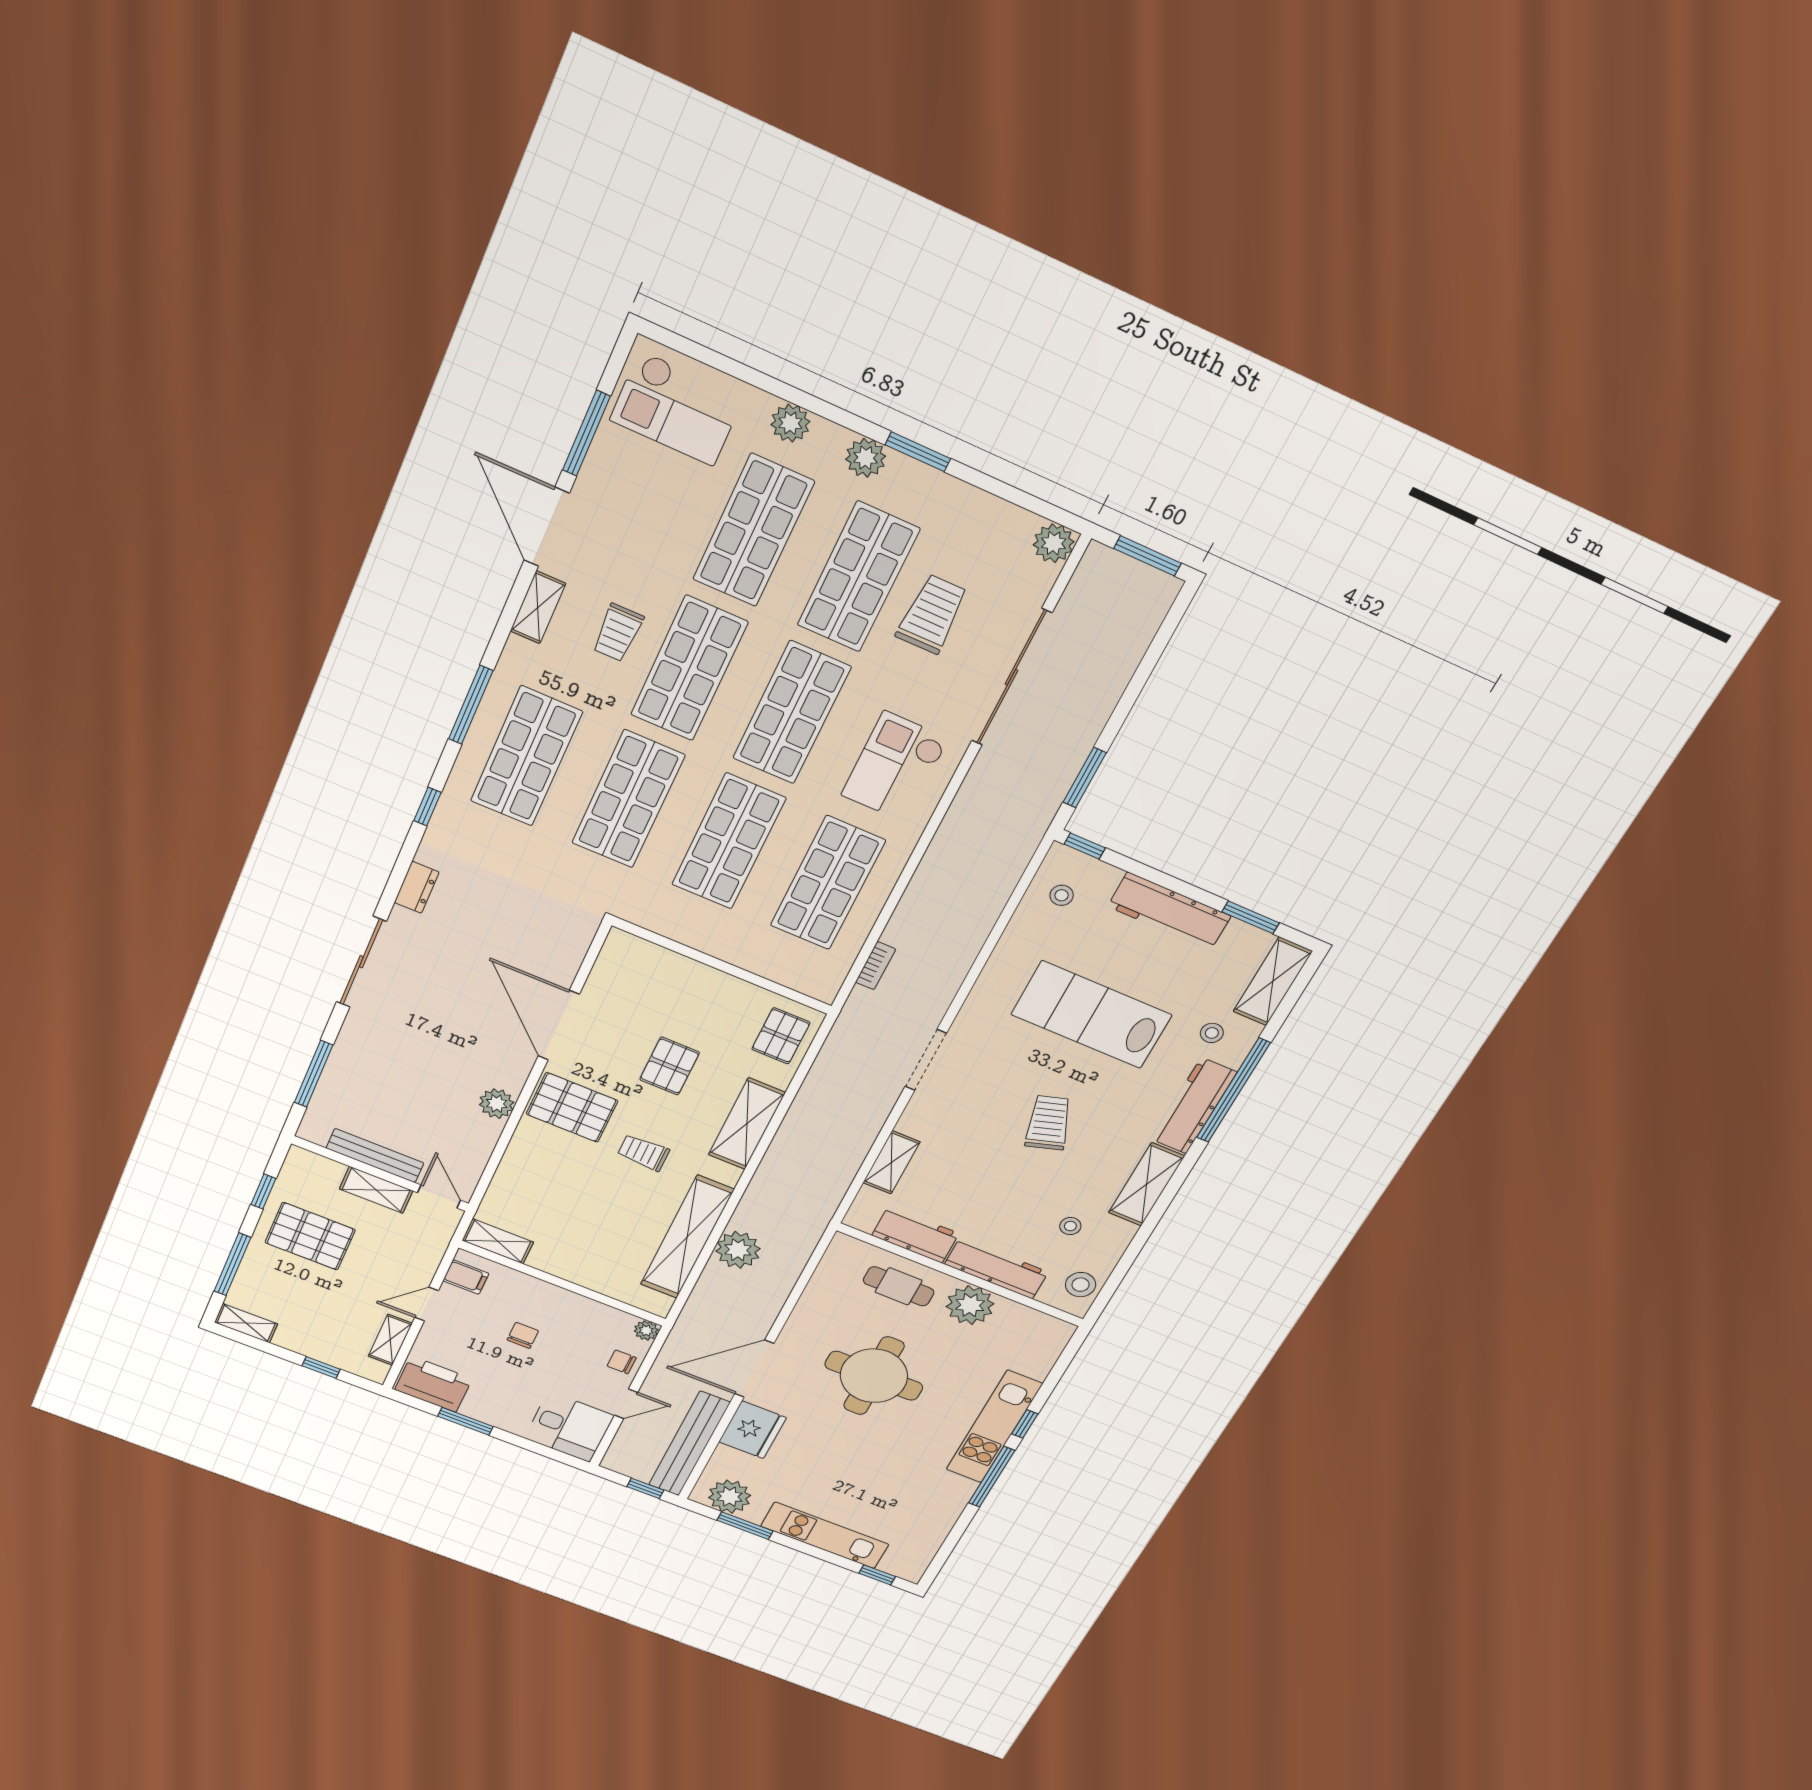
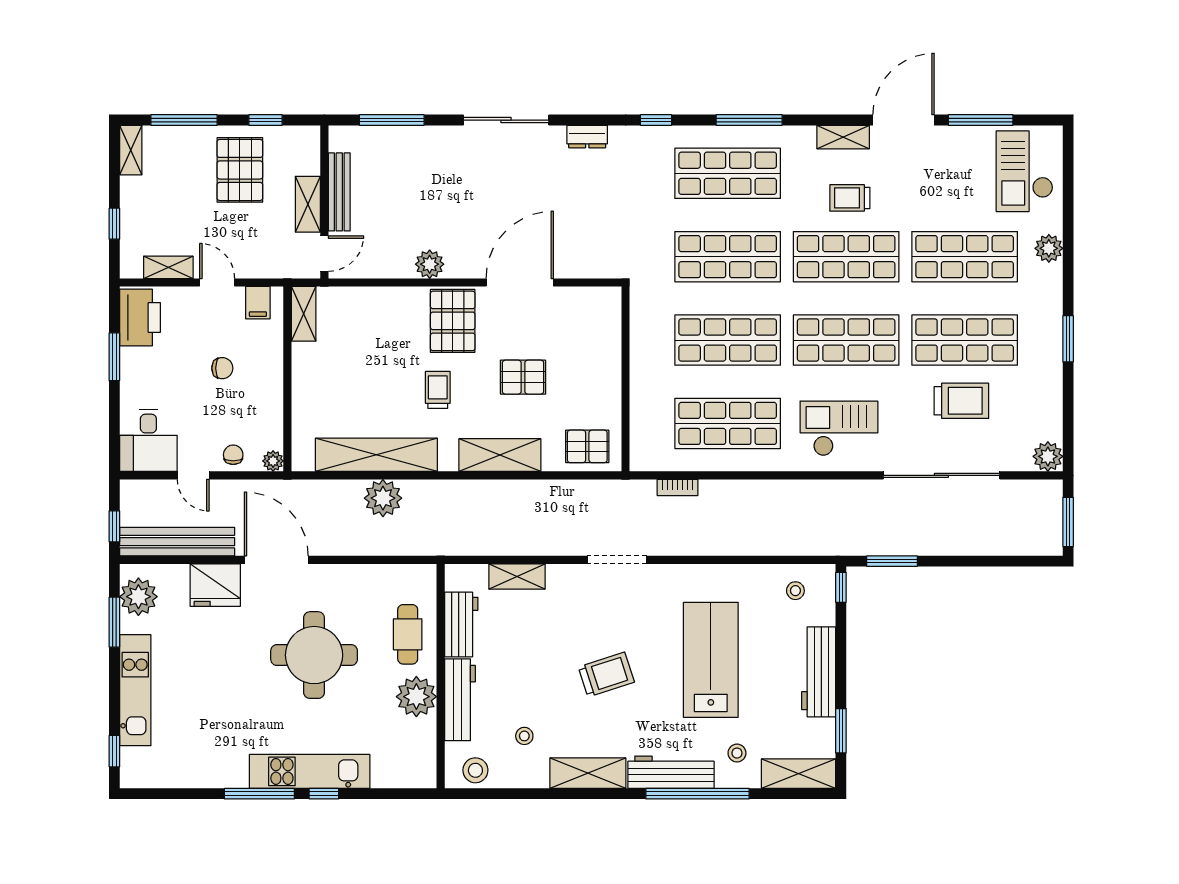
plant: (866, 458) -> (1048, 307), removed

